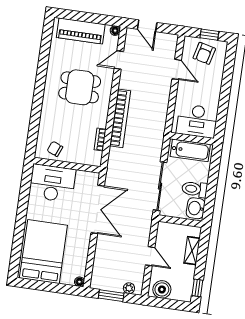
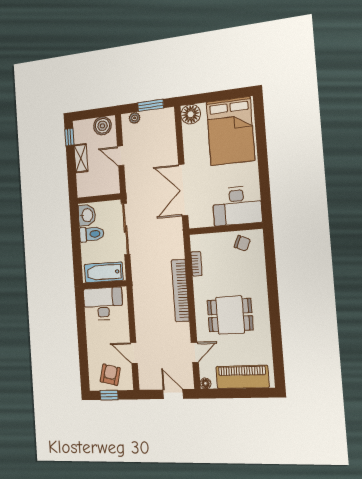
shelving: (192, 251) -> (81, 158), moved
floor lamp: (79, 282) -> (191, 114), width x1.89, depth x1.89

